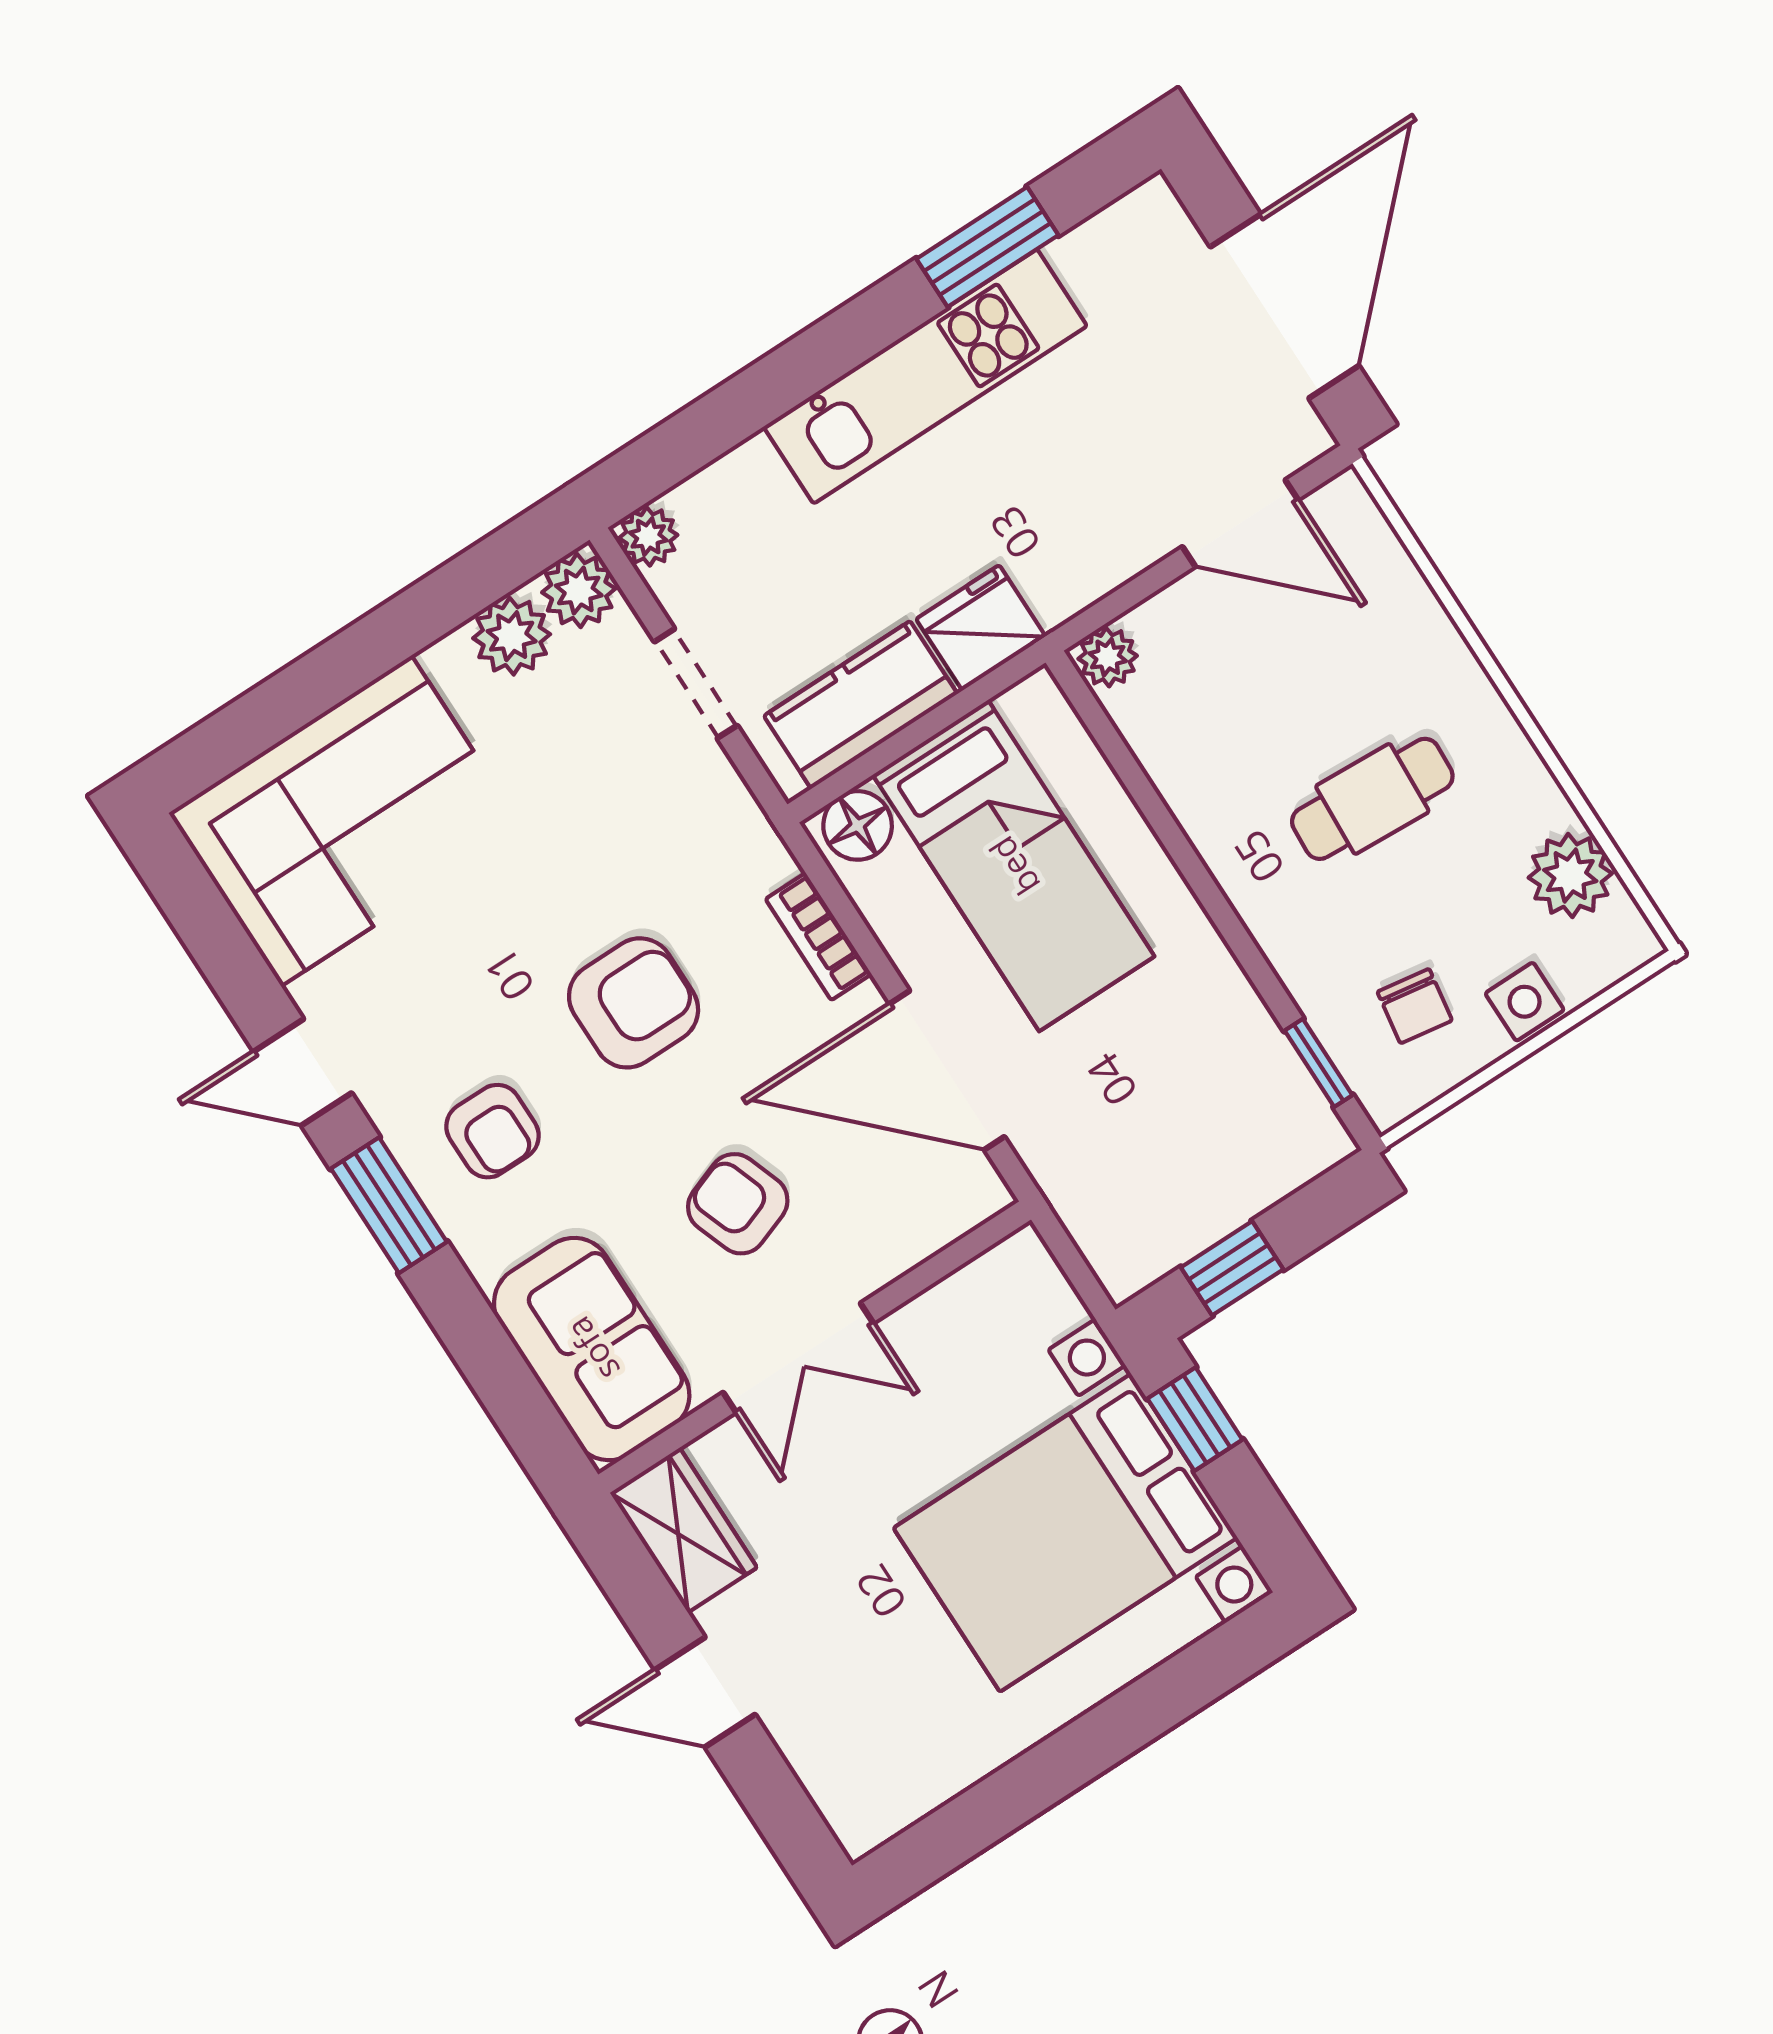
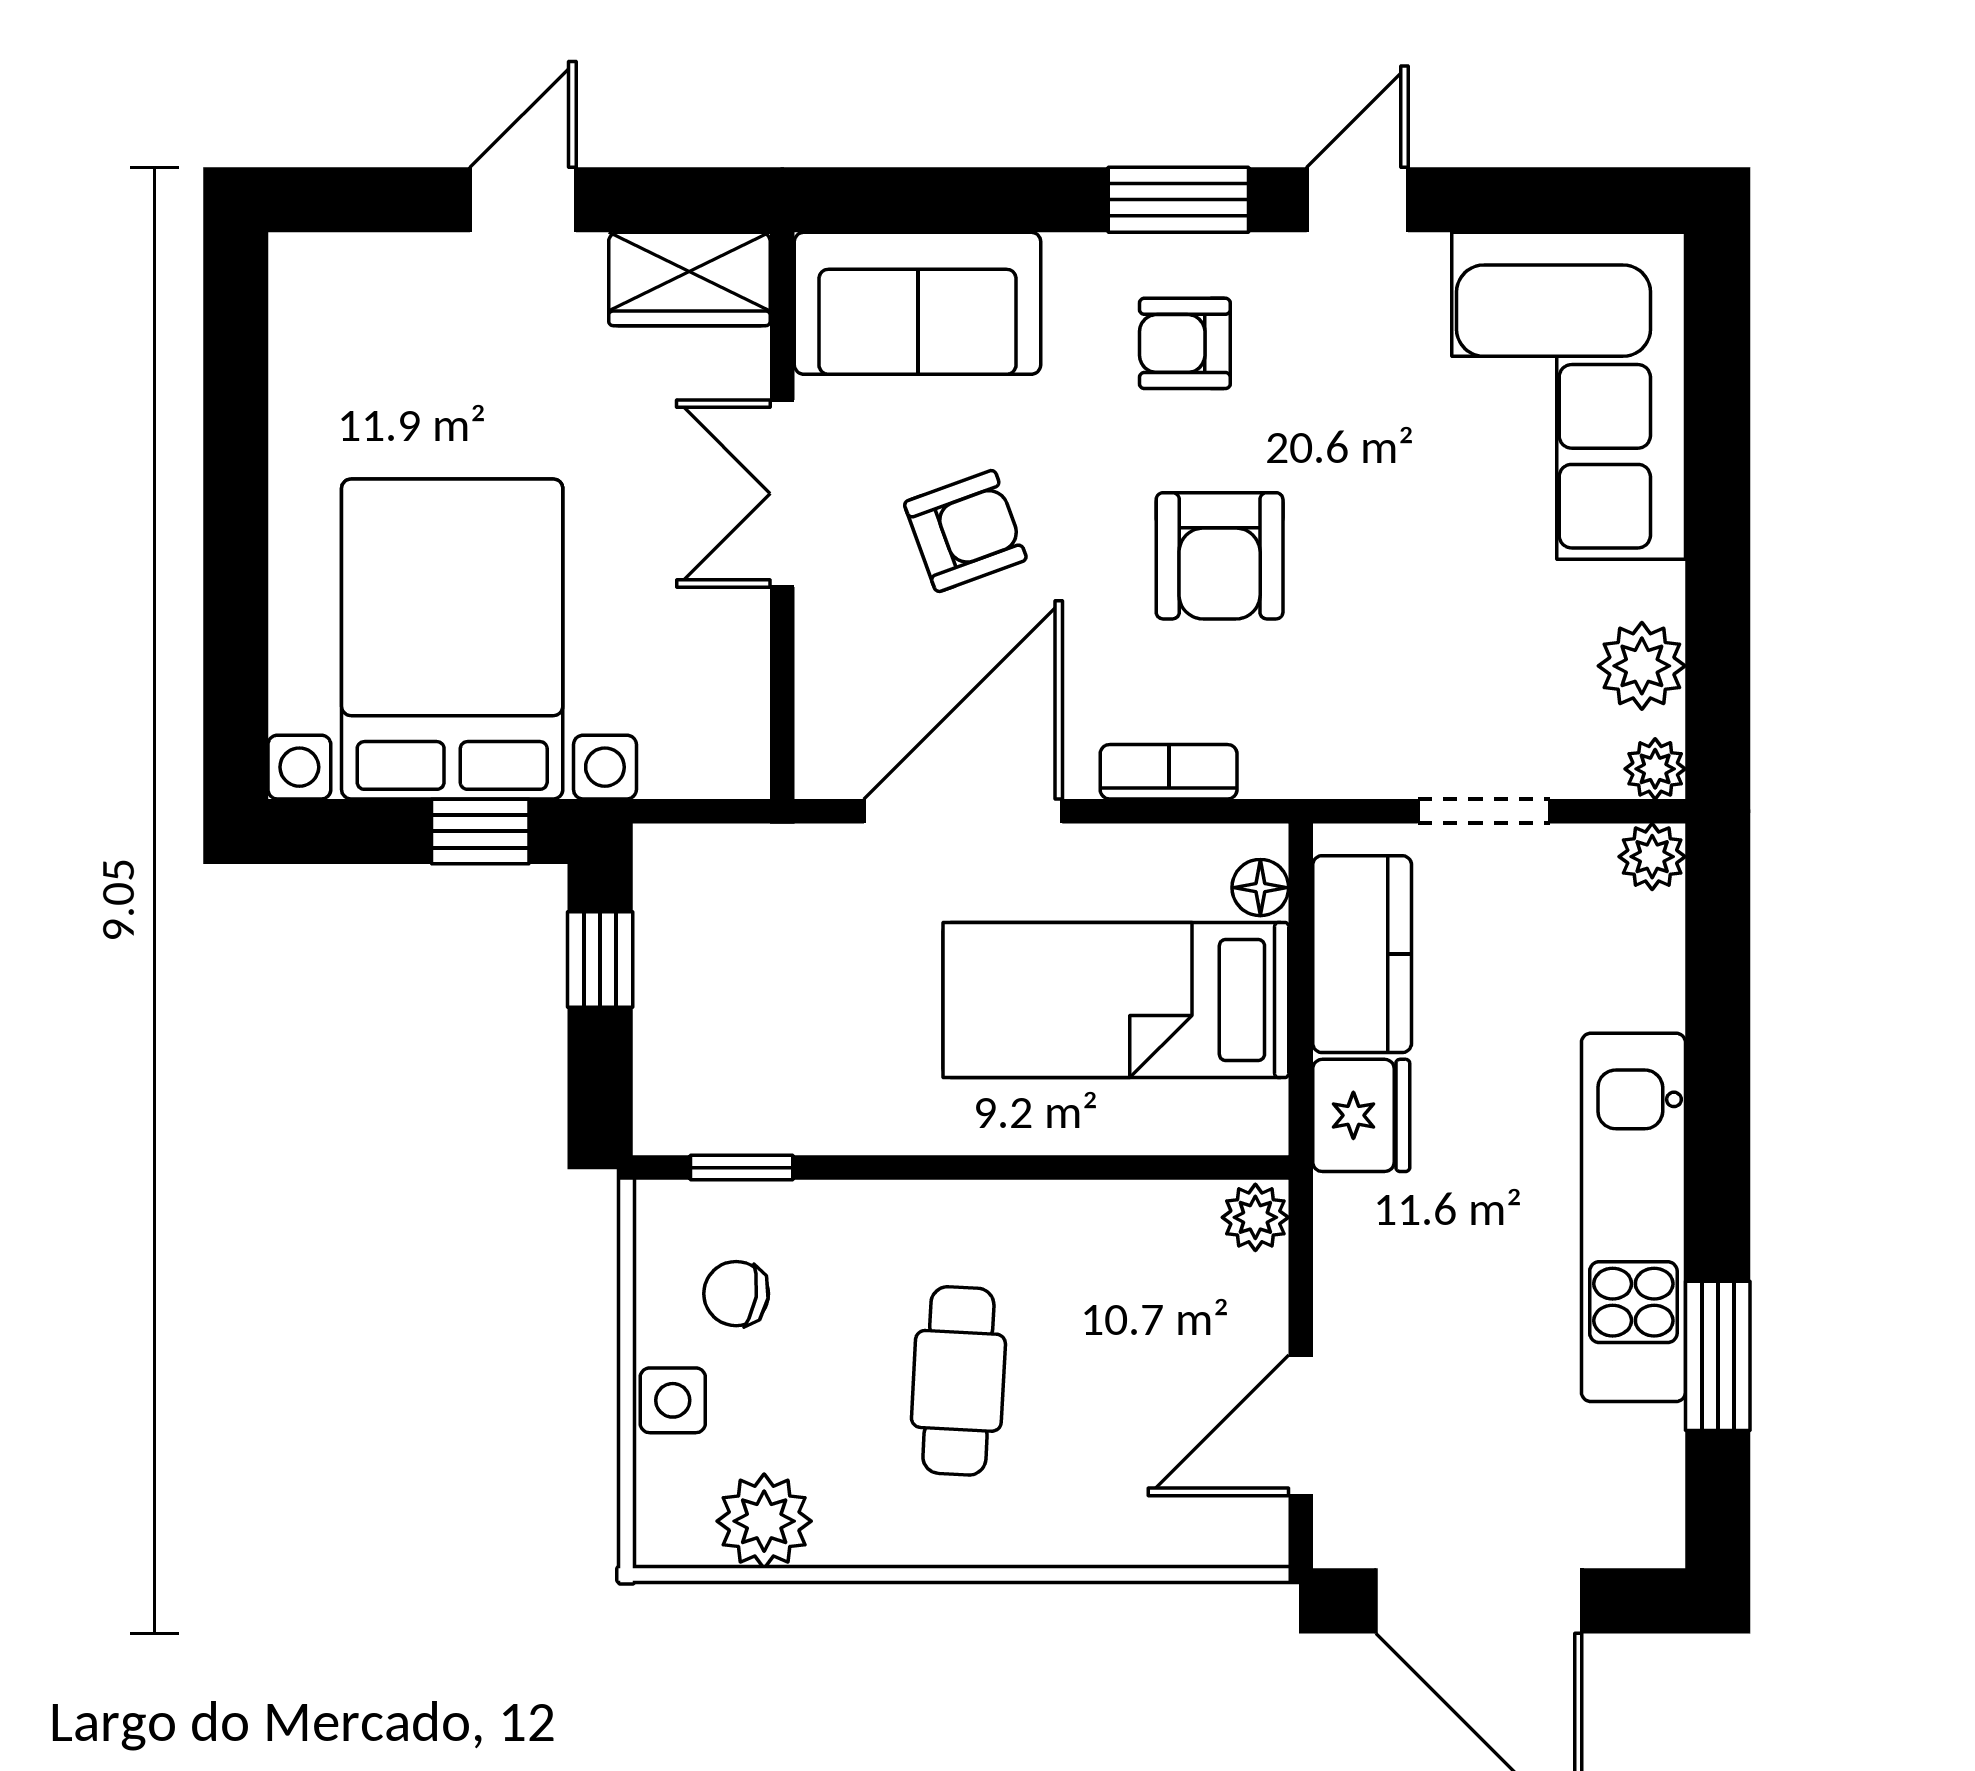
plant: (579, 590) -> (1655, 769), width x0.73, depth x0.73
floor lamp: (858, 825) -> (1260, 888), width x0.73, depth x0.73

